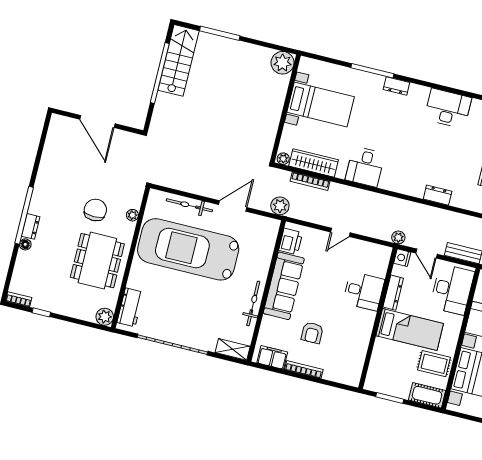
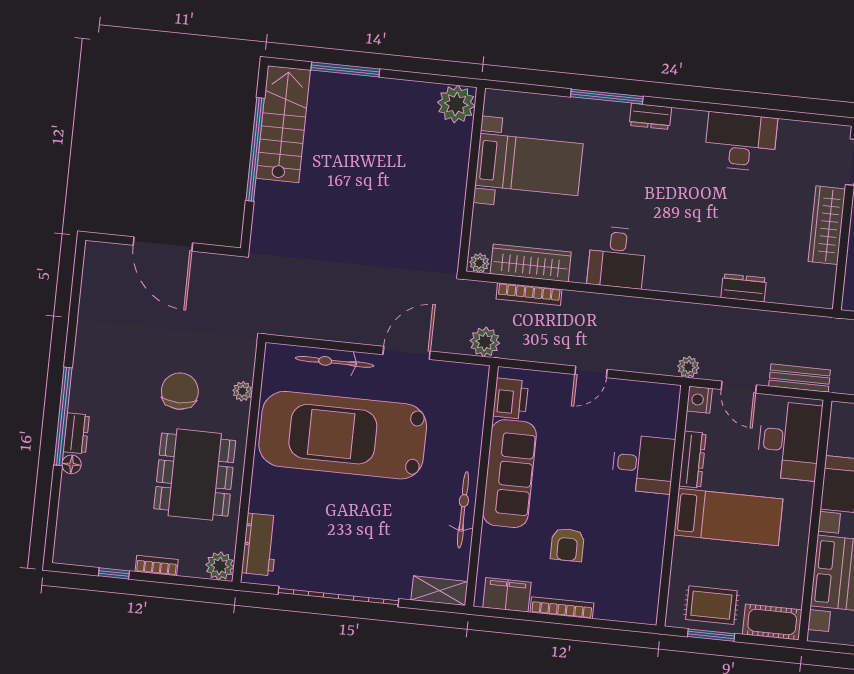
bookcase: (19, 299) -> (157, 566), moved
rug: (434, 364) -> (711, 605), moved

